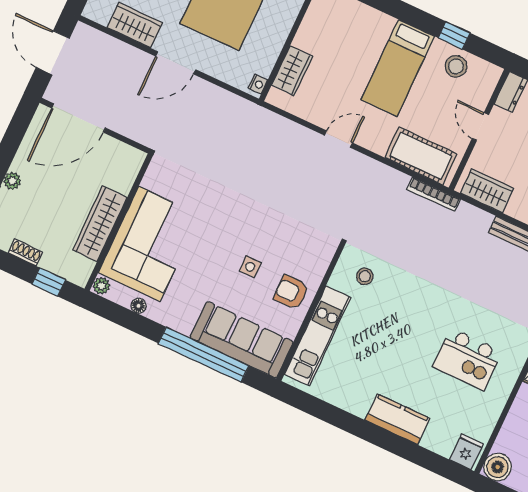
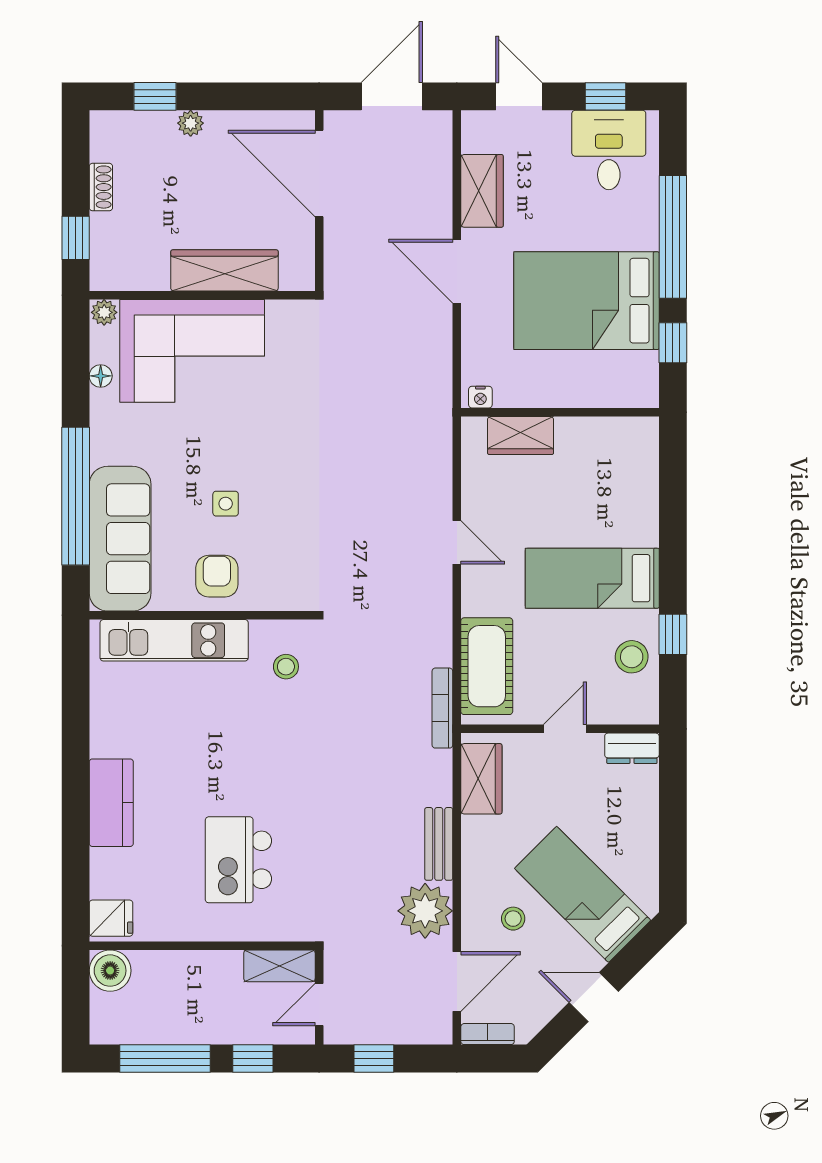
wardrobe: (100, 224) -> (224, 270), moved

